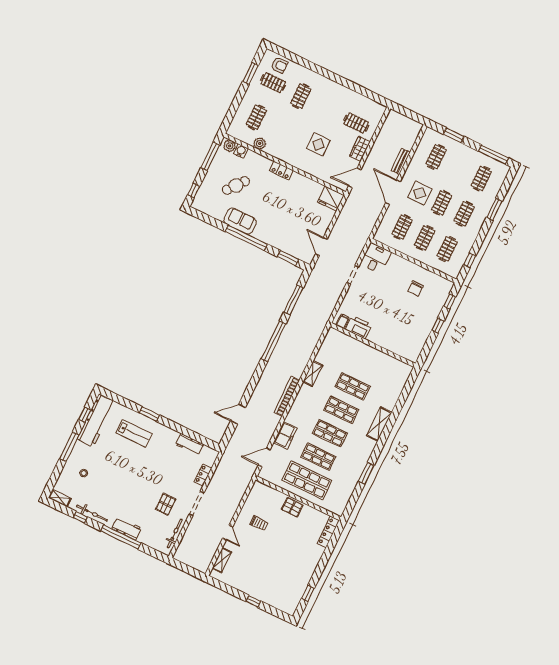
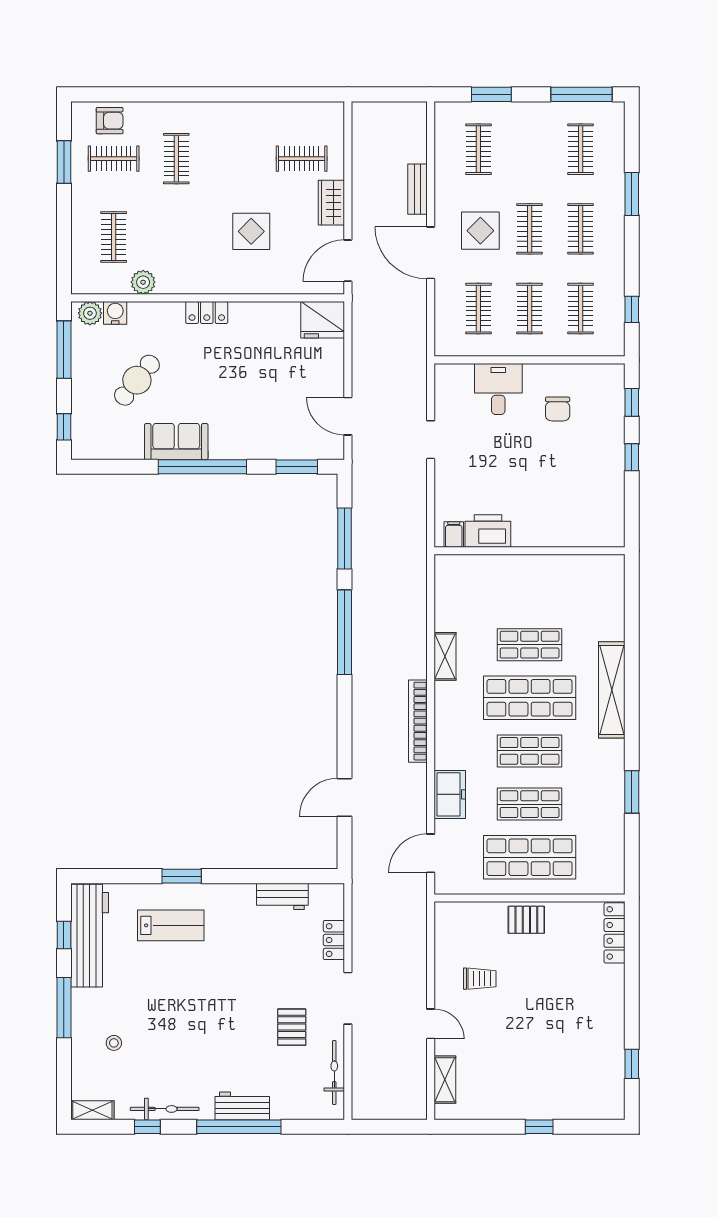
desk: (376, 258) -> (498, 389), moved
shop shelf: (341, 410) -> (530, 698), width x1.43, depth x1.36
shelving: (379, 424) -> (612, 690), width x1.47

